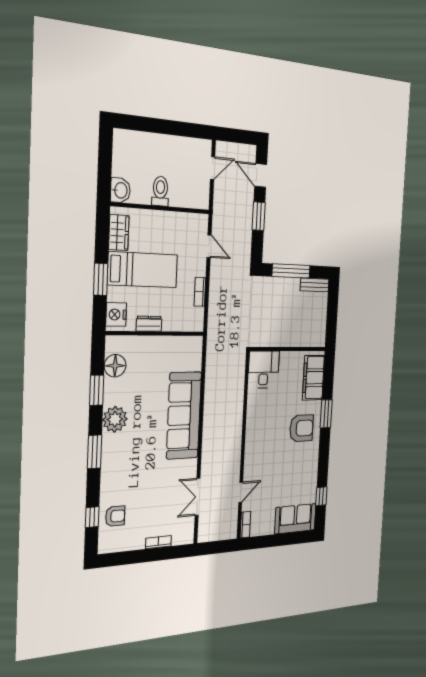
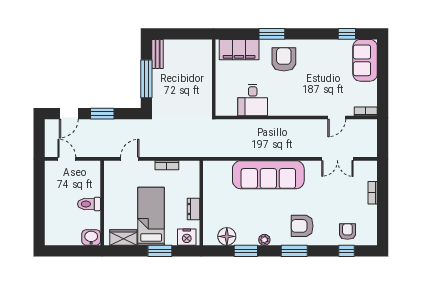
desk: (264, 369) -> (253, 100), moved, turned -90
plant: (115, 419) -> (264, 240), width x0.53, depth x0.53
armchair: (124, 460) -> (302, 226), added
door: (241, 492) -> (337, 118), swing flipped

